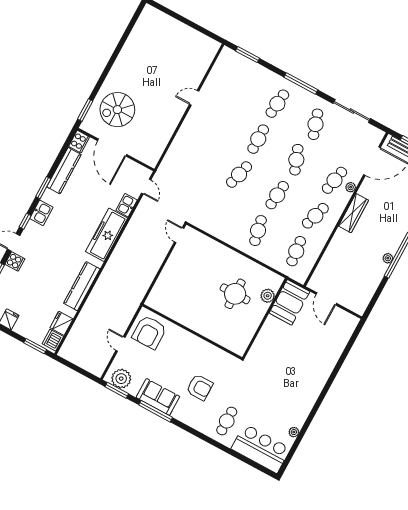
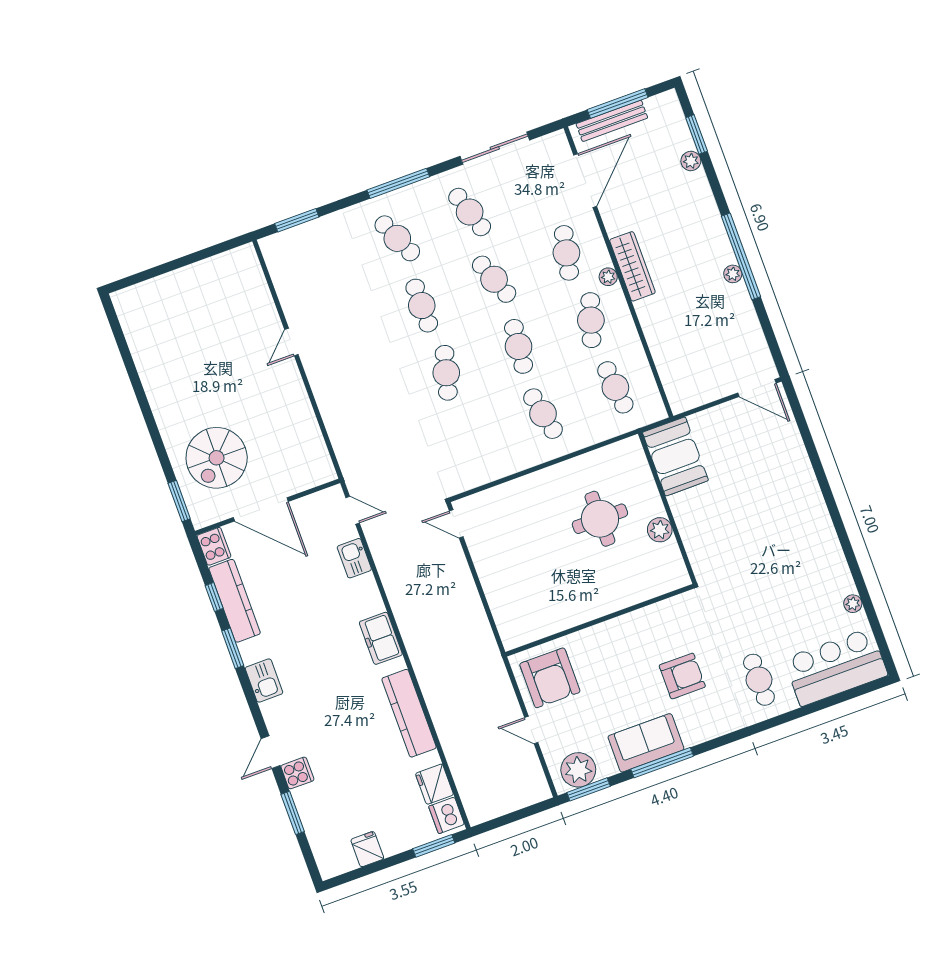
cafe table: (277, 104) -> (397, 238), turned -30
plant: (351, 187) -> (608, 277), moved
window: (25, 221) -> (214, 597), moved
freezer: (106, 235) -> (381, 638), width x0.52, depth x0.79
plant: (268, 296) -> (660, 530), moved
door: (326, 299) -> (757, 388), moved

